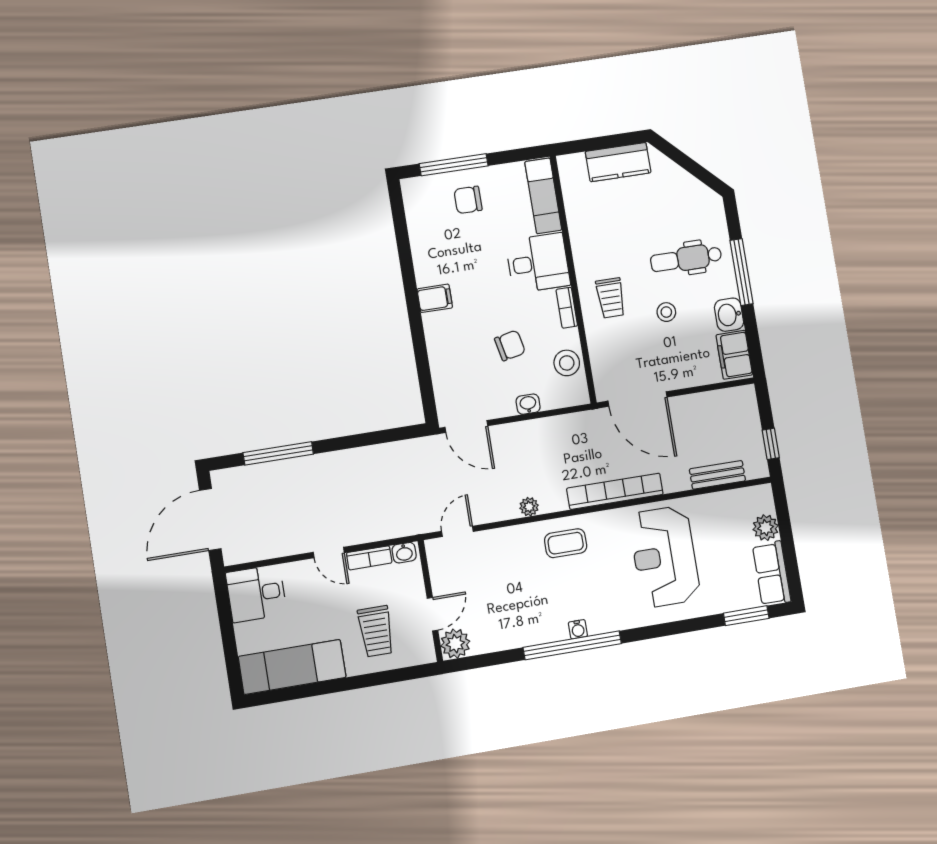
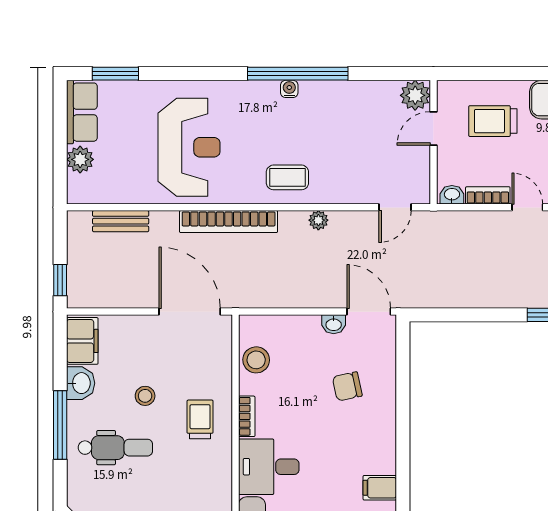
filing cabinet: (435, 298) -> (380, 488), moved
chair: (510, 345) -> (347, 386), moved
washbasin: (528, 404) -> (334, 324), moved
window: (771, 444) -> (60, 280), moved
trolley: (376, 631) -> (493, 121), turned -90

